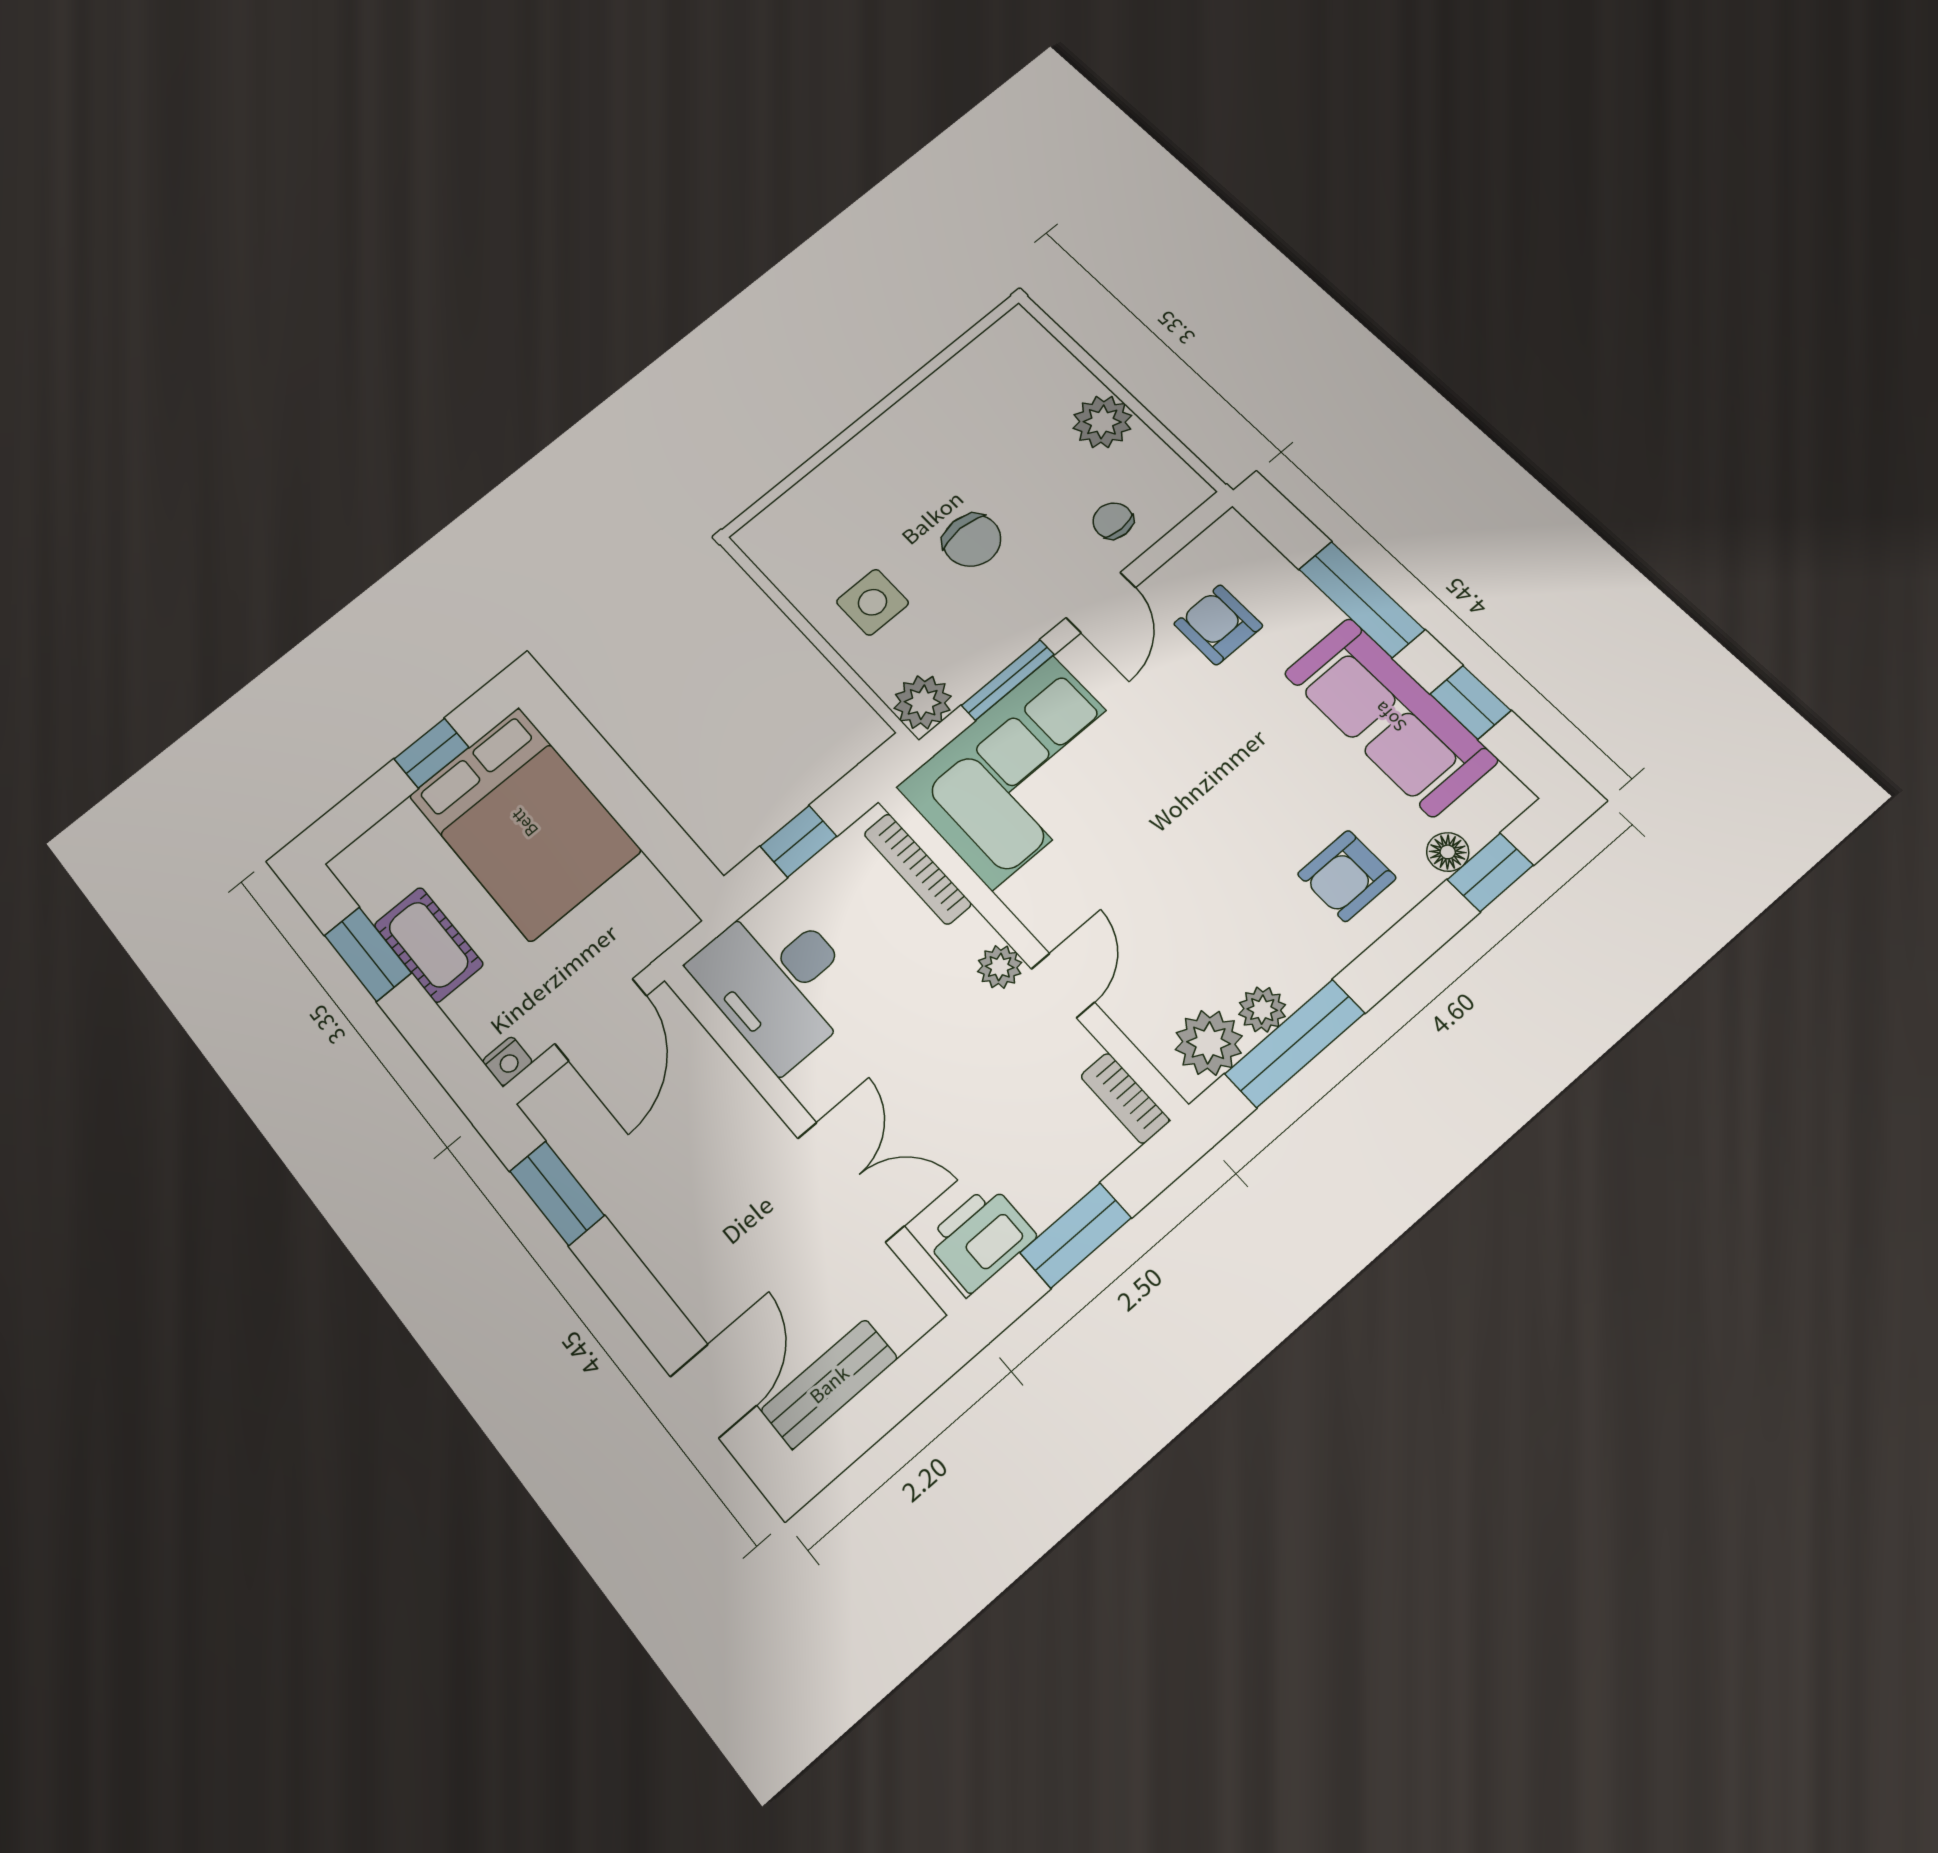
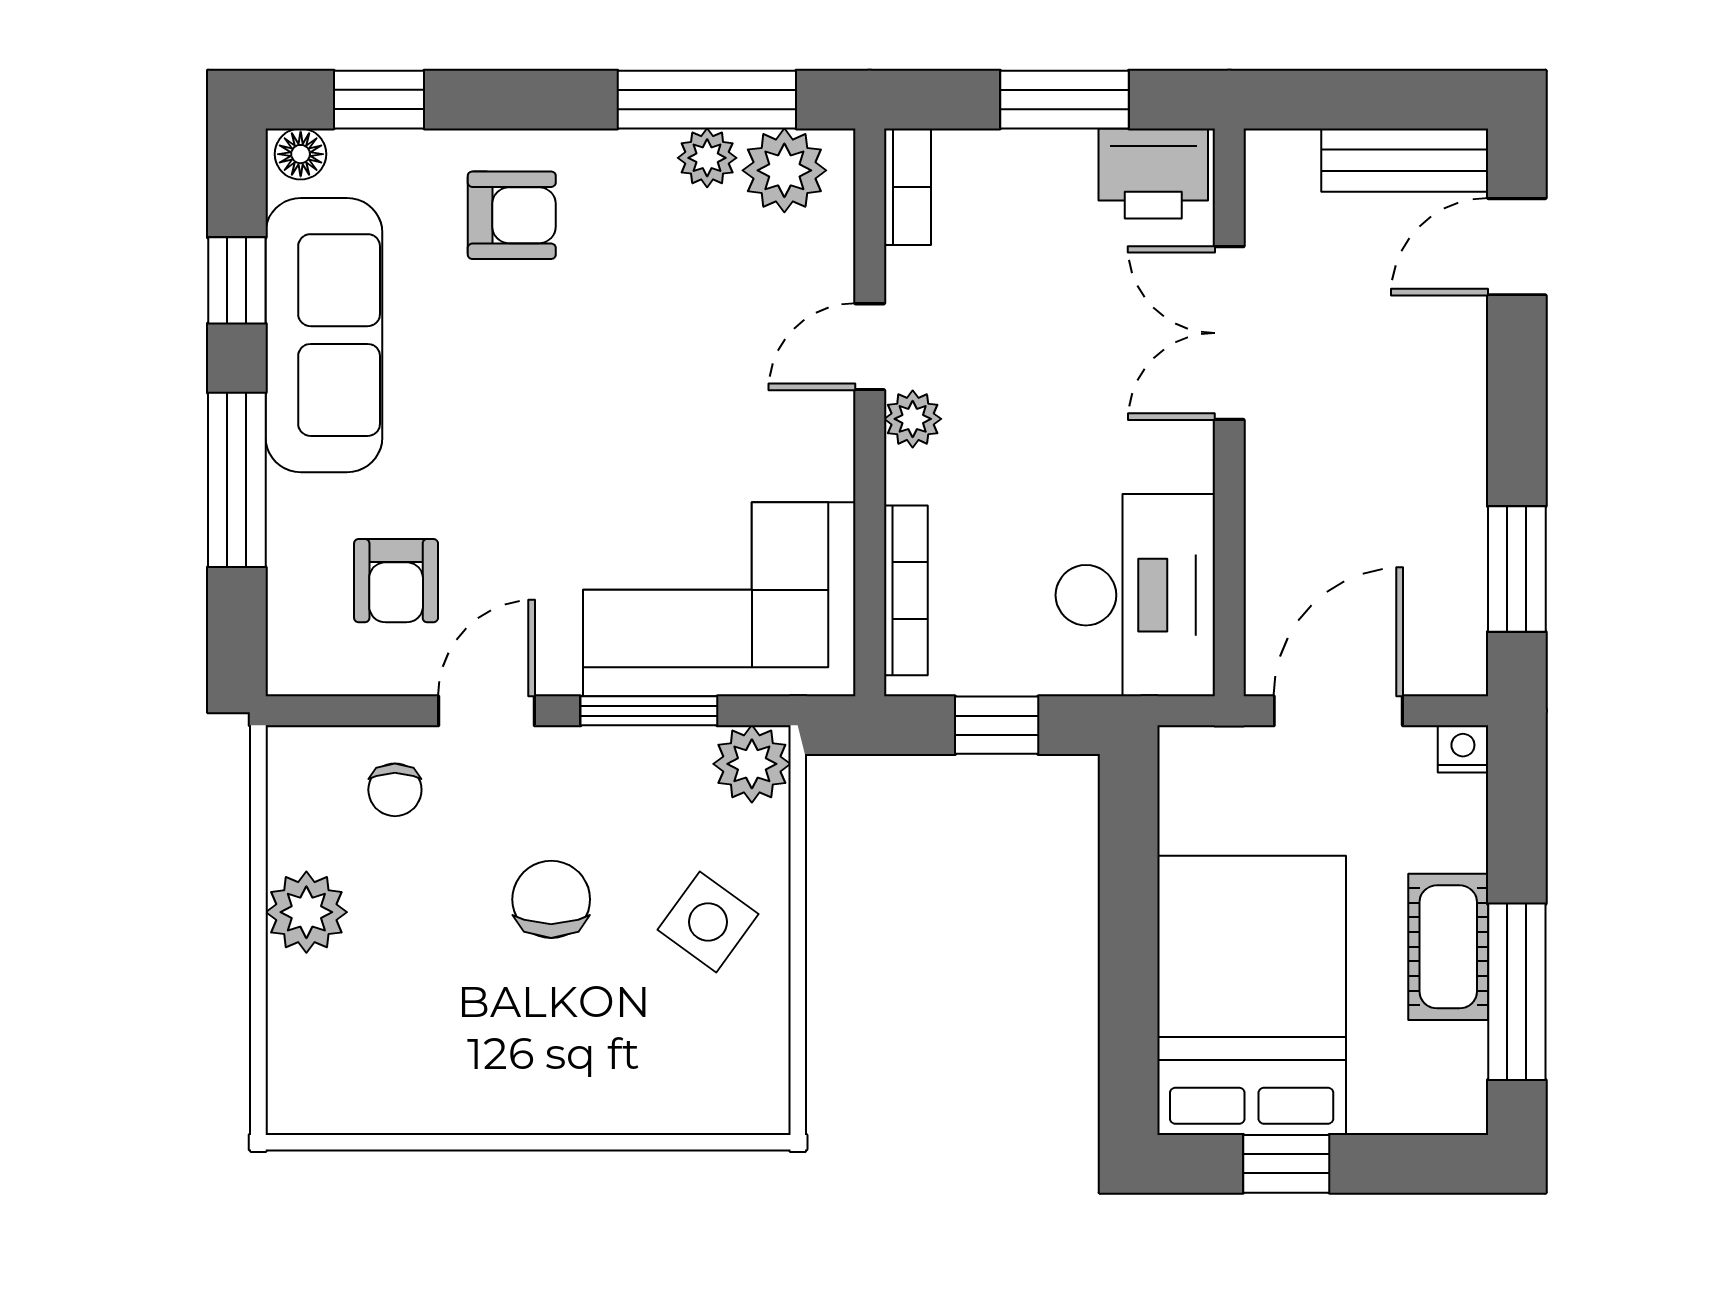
side table: (872, 602) -> (708, 922), turned 36
floor lamp: (1448, 852) -> (301, 154), moved
window: (368, 954) -> (1517, 992), width x1.44

